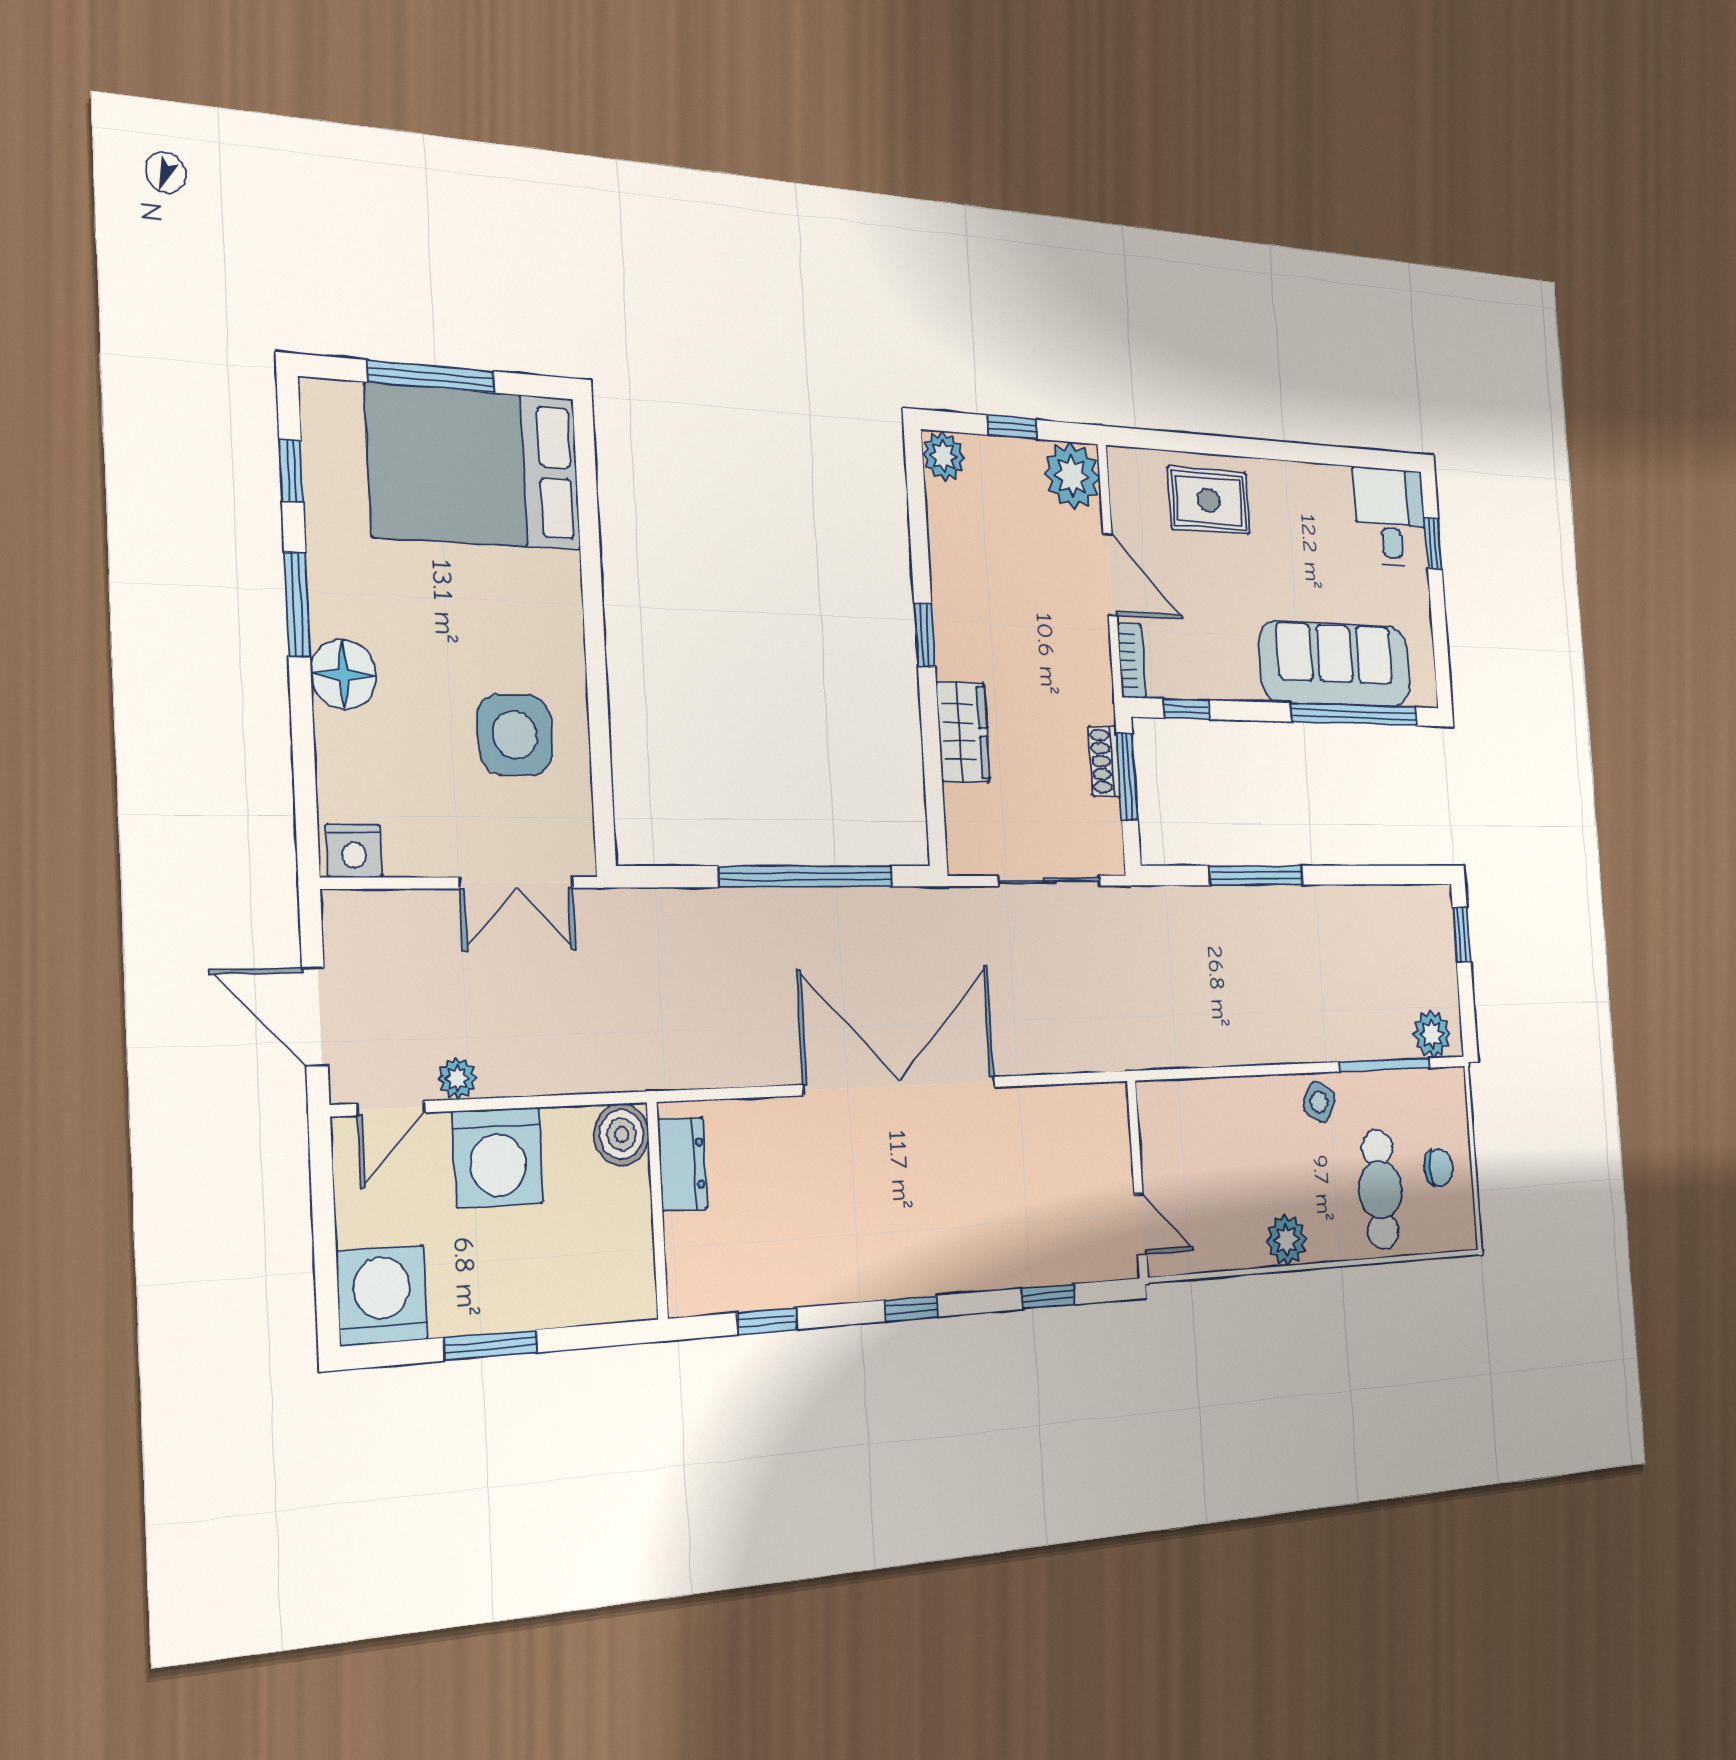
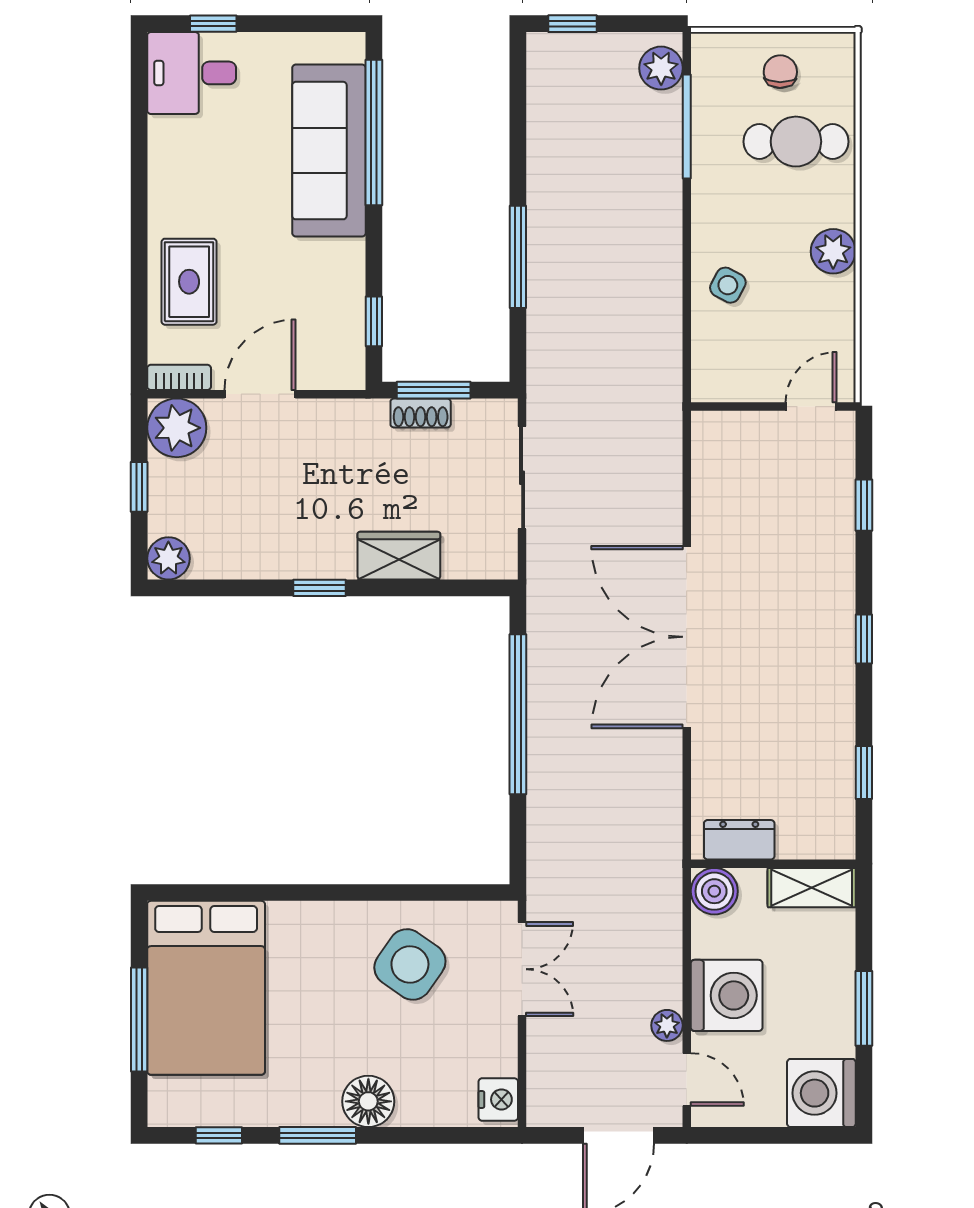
bookcase: (1132, 661) -> (179, 377), moved
side table: (515, 735) -> (410, 964), turned 35
side table: (1319, 1102) -> (728, 285), moved
shelving: (632, 1263) -> (812, 888), added

